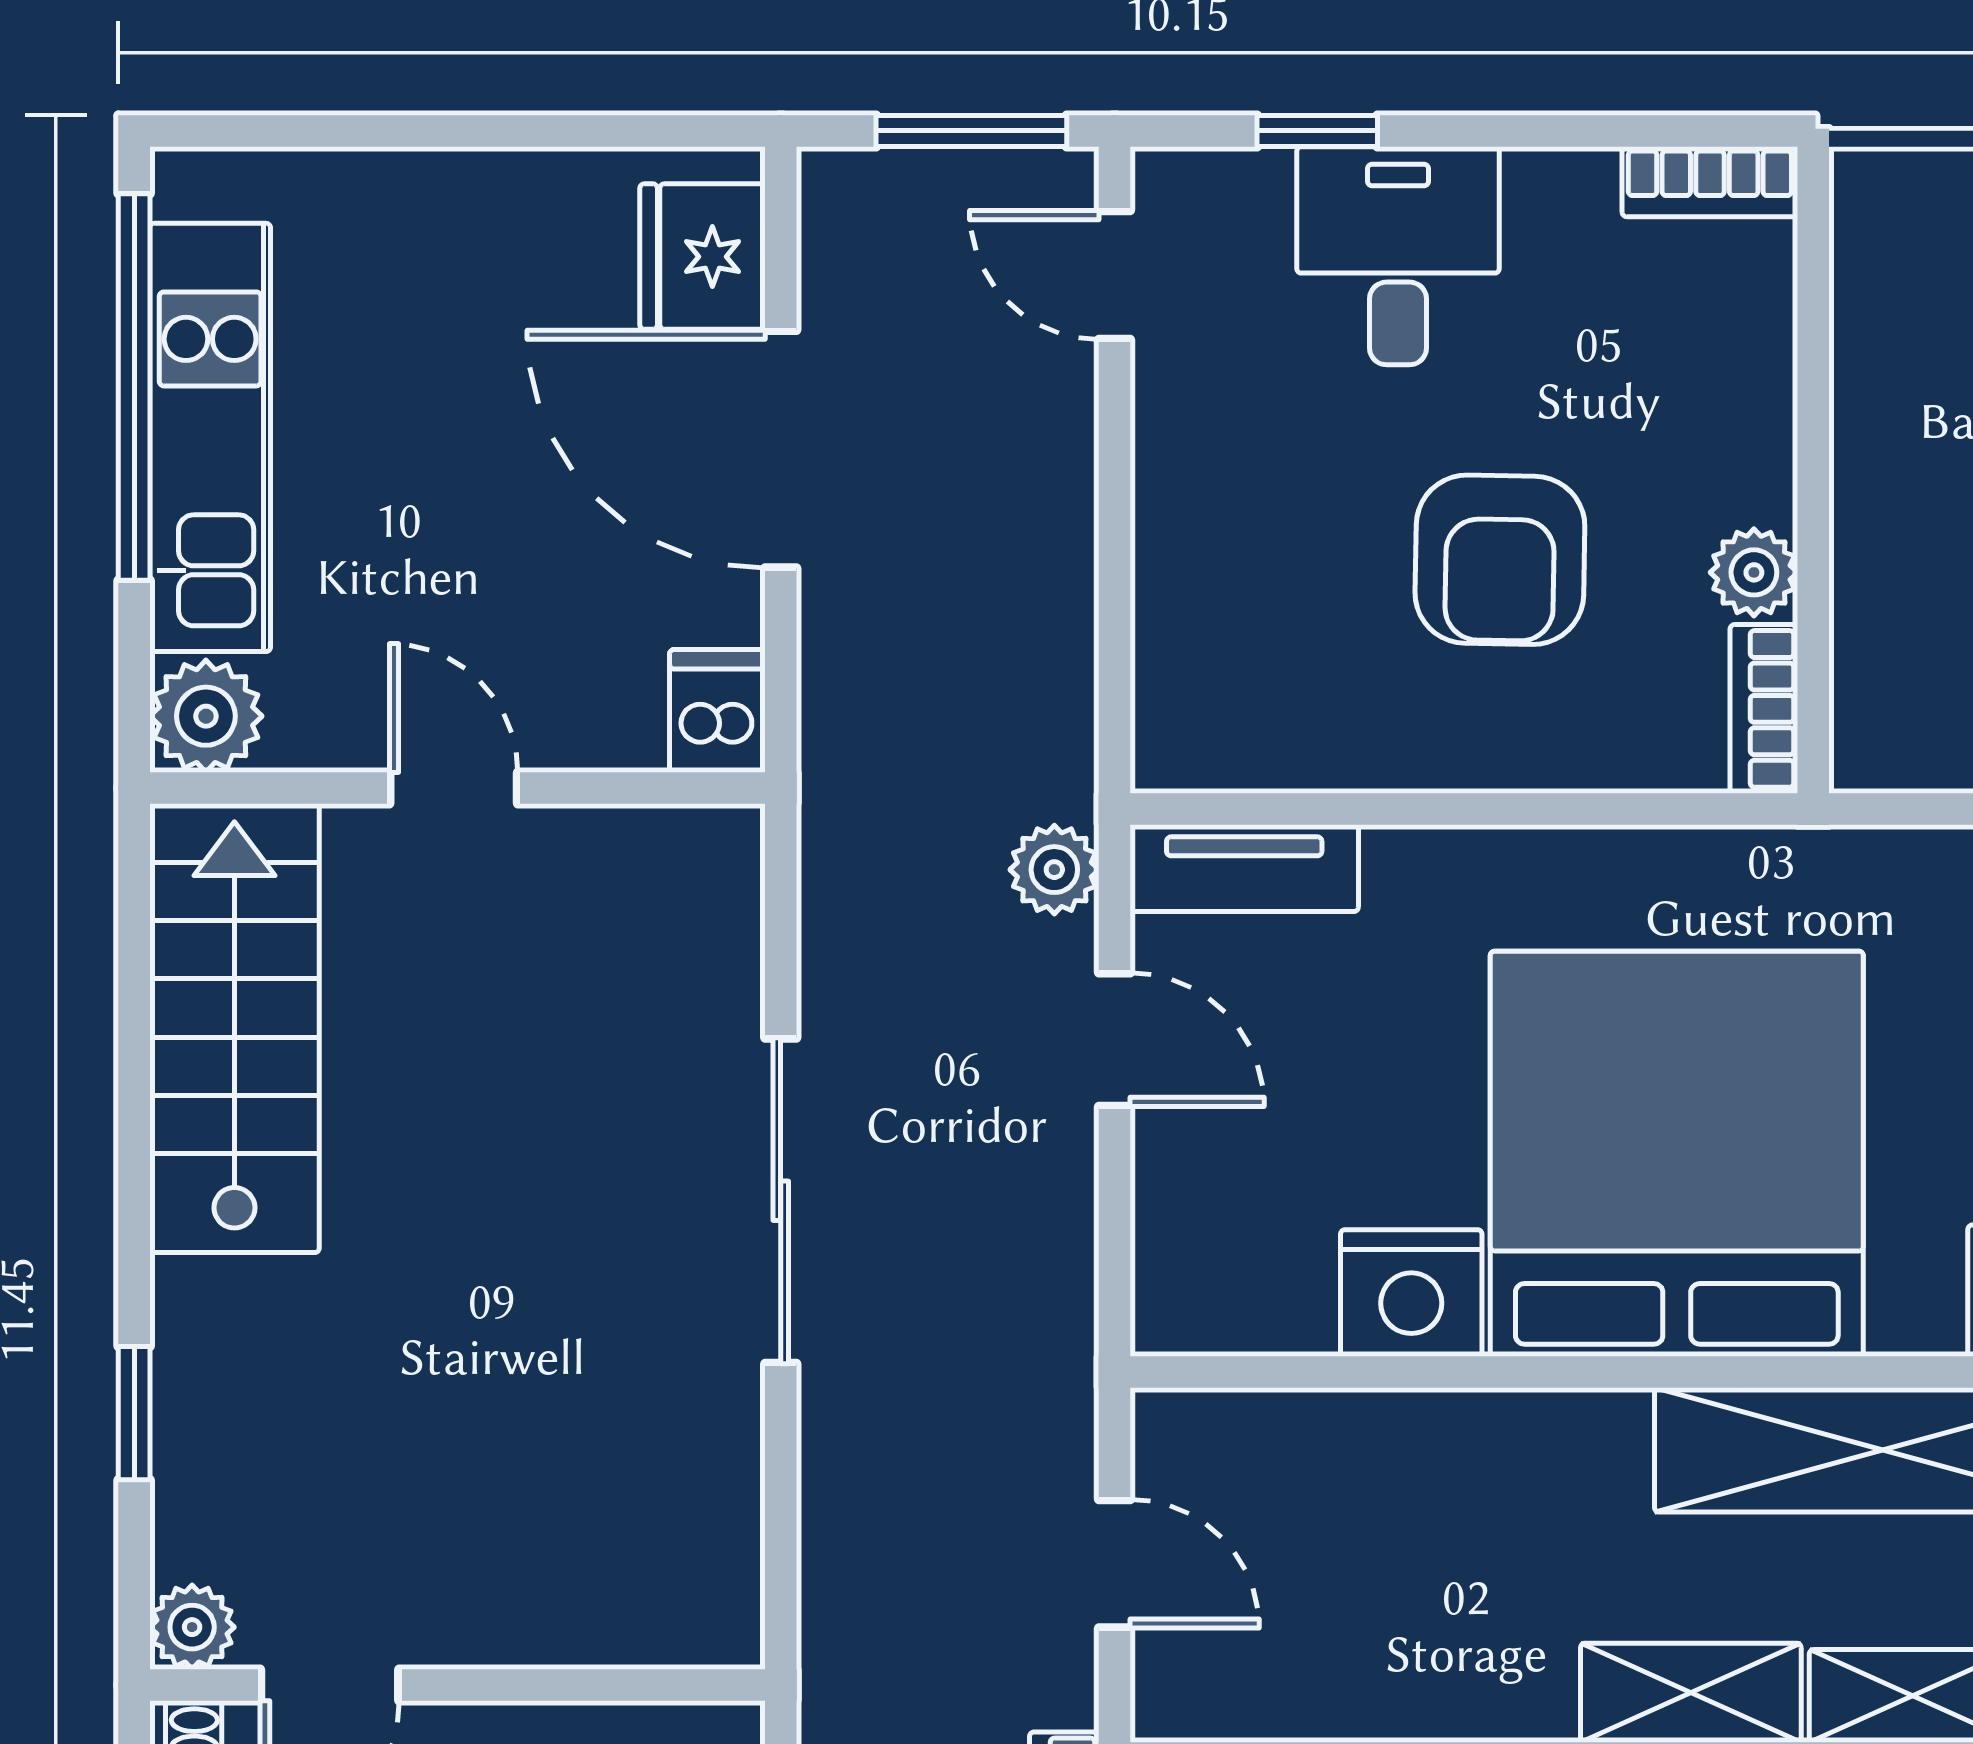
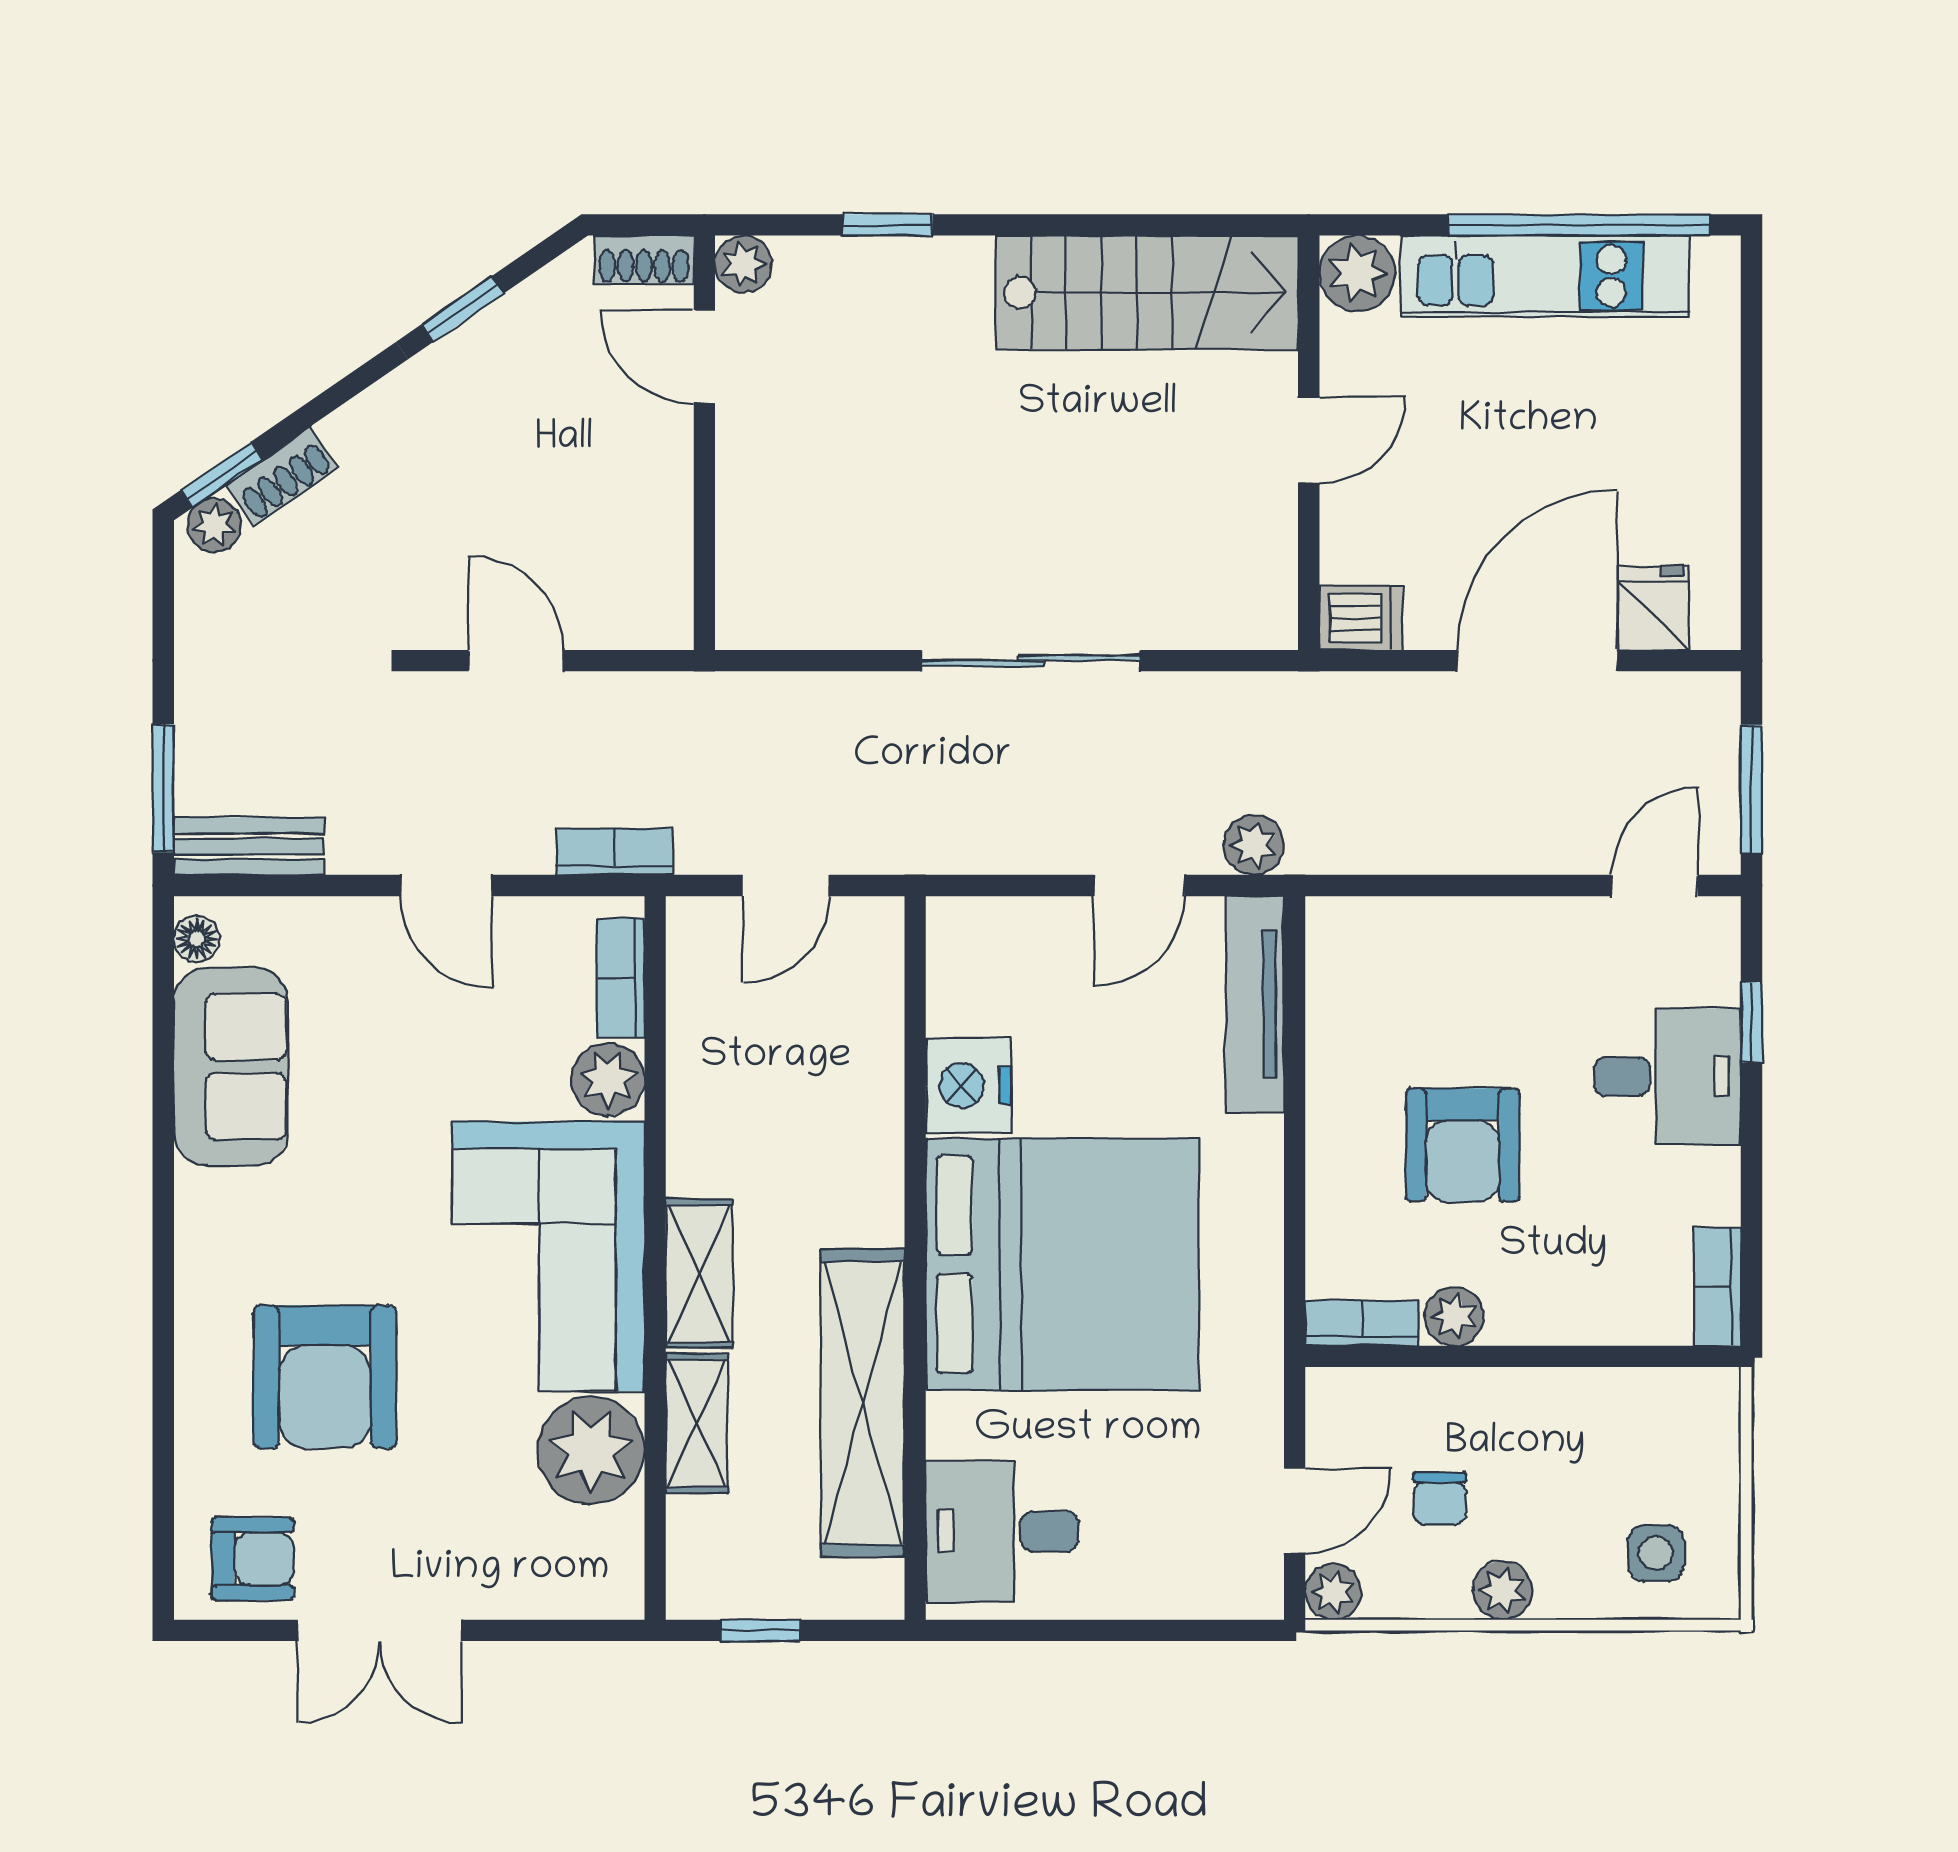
fridge: (702, 257) -> (1653, 608), width x0.72
armchair: (1500, 560) -> (1463, 1145), turned -91
tv unit: (1244, 868) -> (1255, 1004), width x1.41

